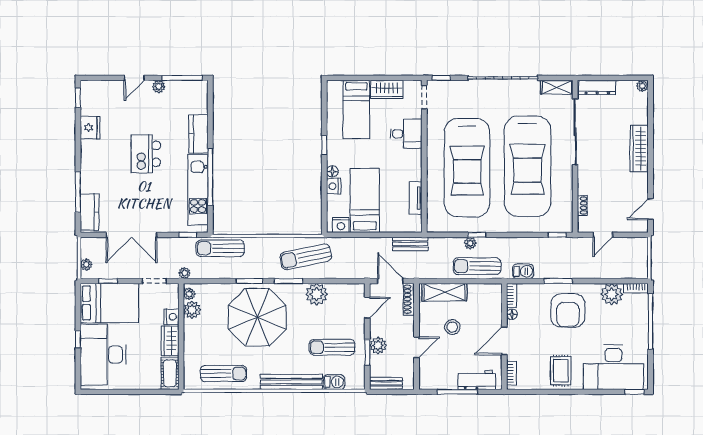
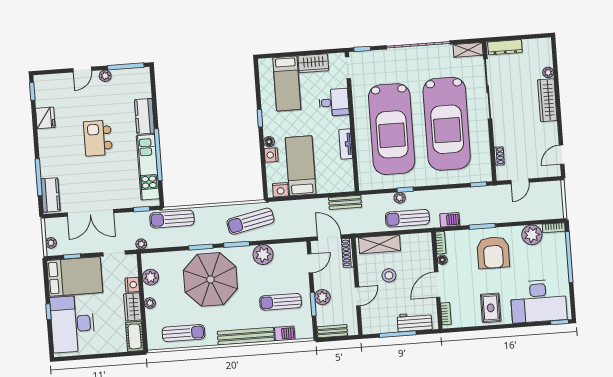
plant: (642, 86) -> (548, 72), moved
tv unit: (416, 198) -> (346, 144), moved
plant: (189, 294) -> (150, 303), moved

